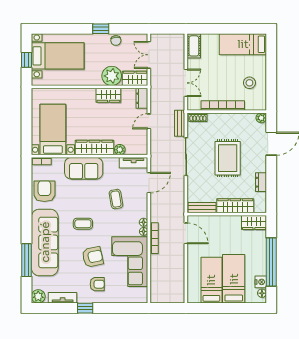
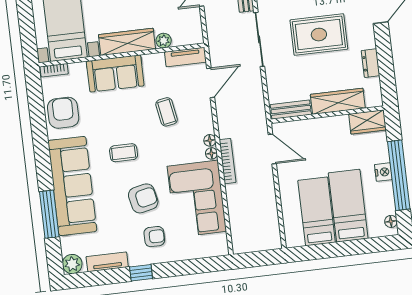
rug: (228, 158) -> (319, 35), turned 90
nightstand: (261, 282) -> (383, 172), moved

